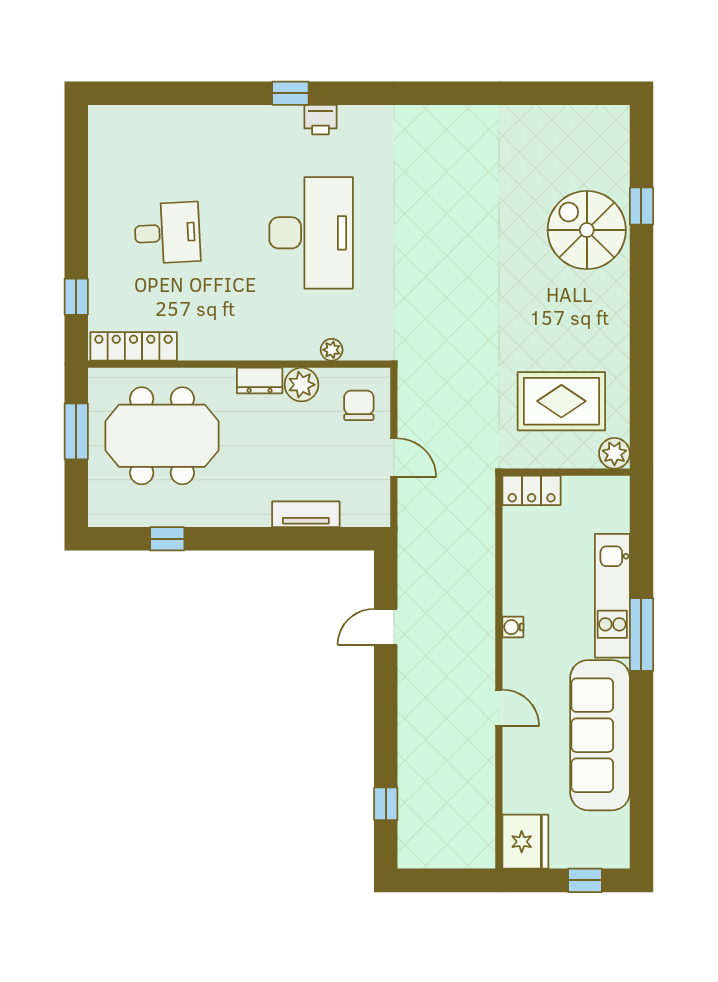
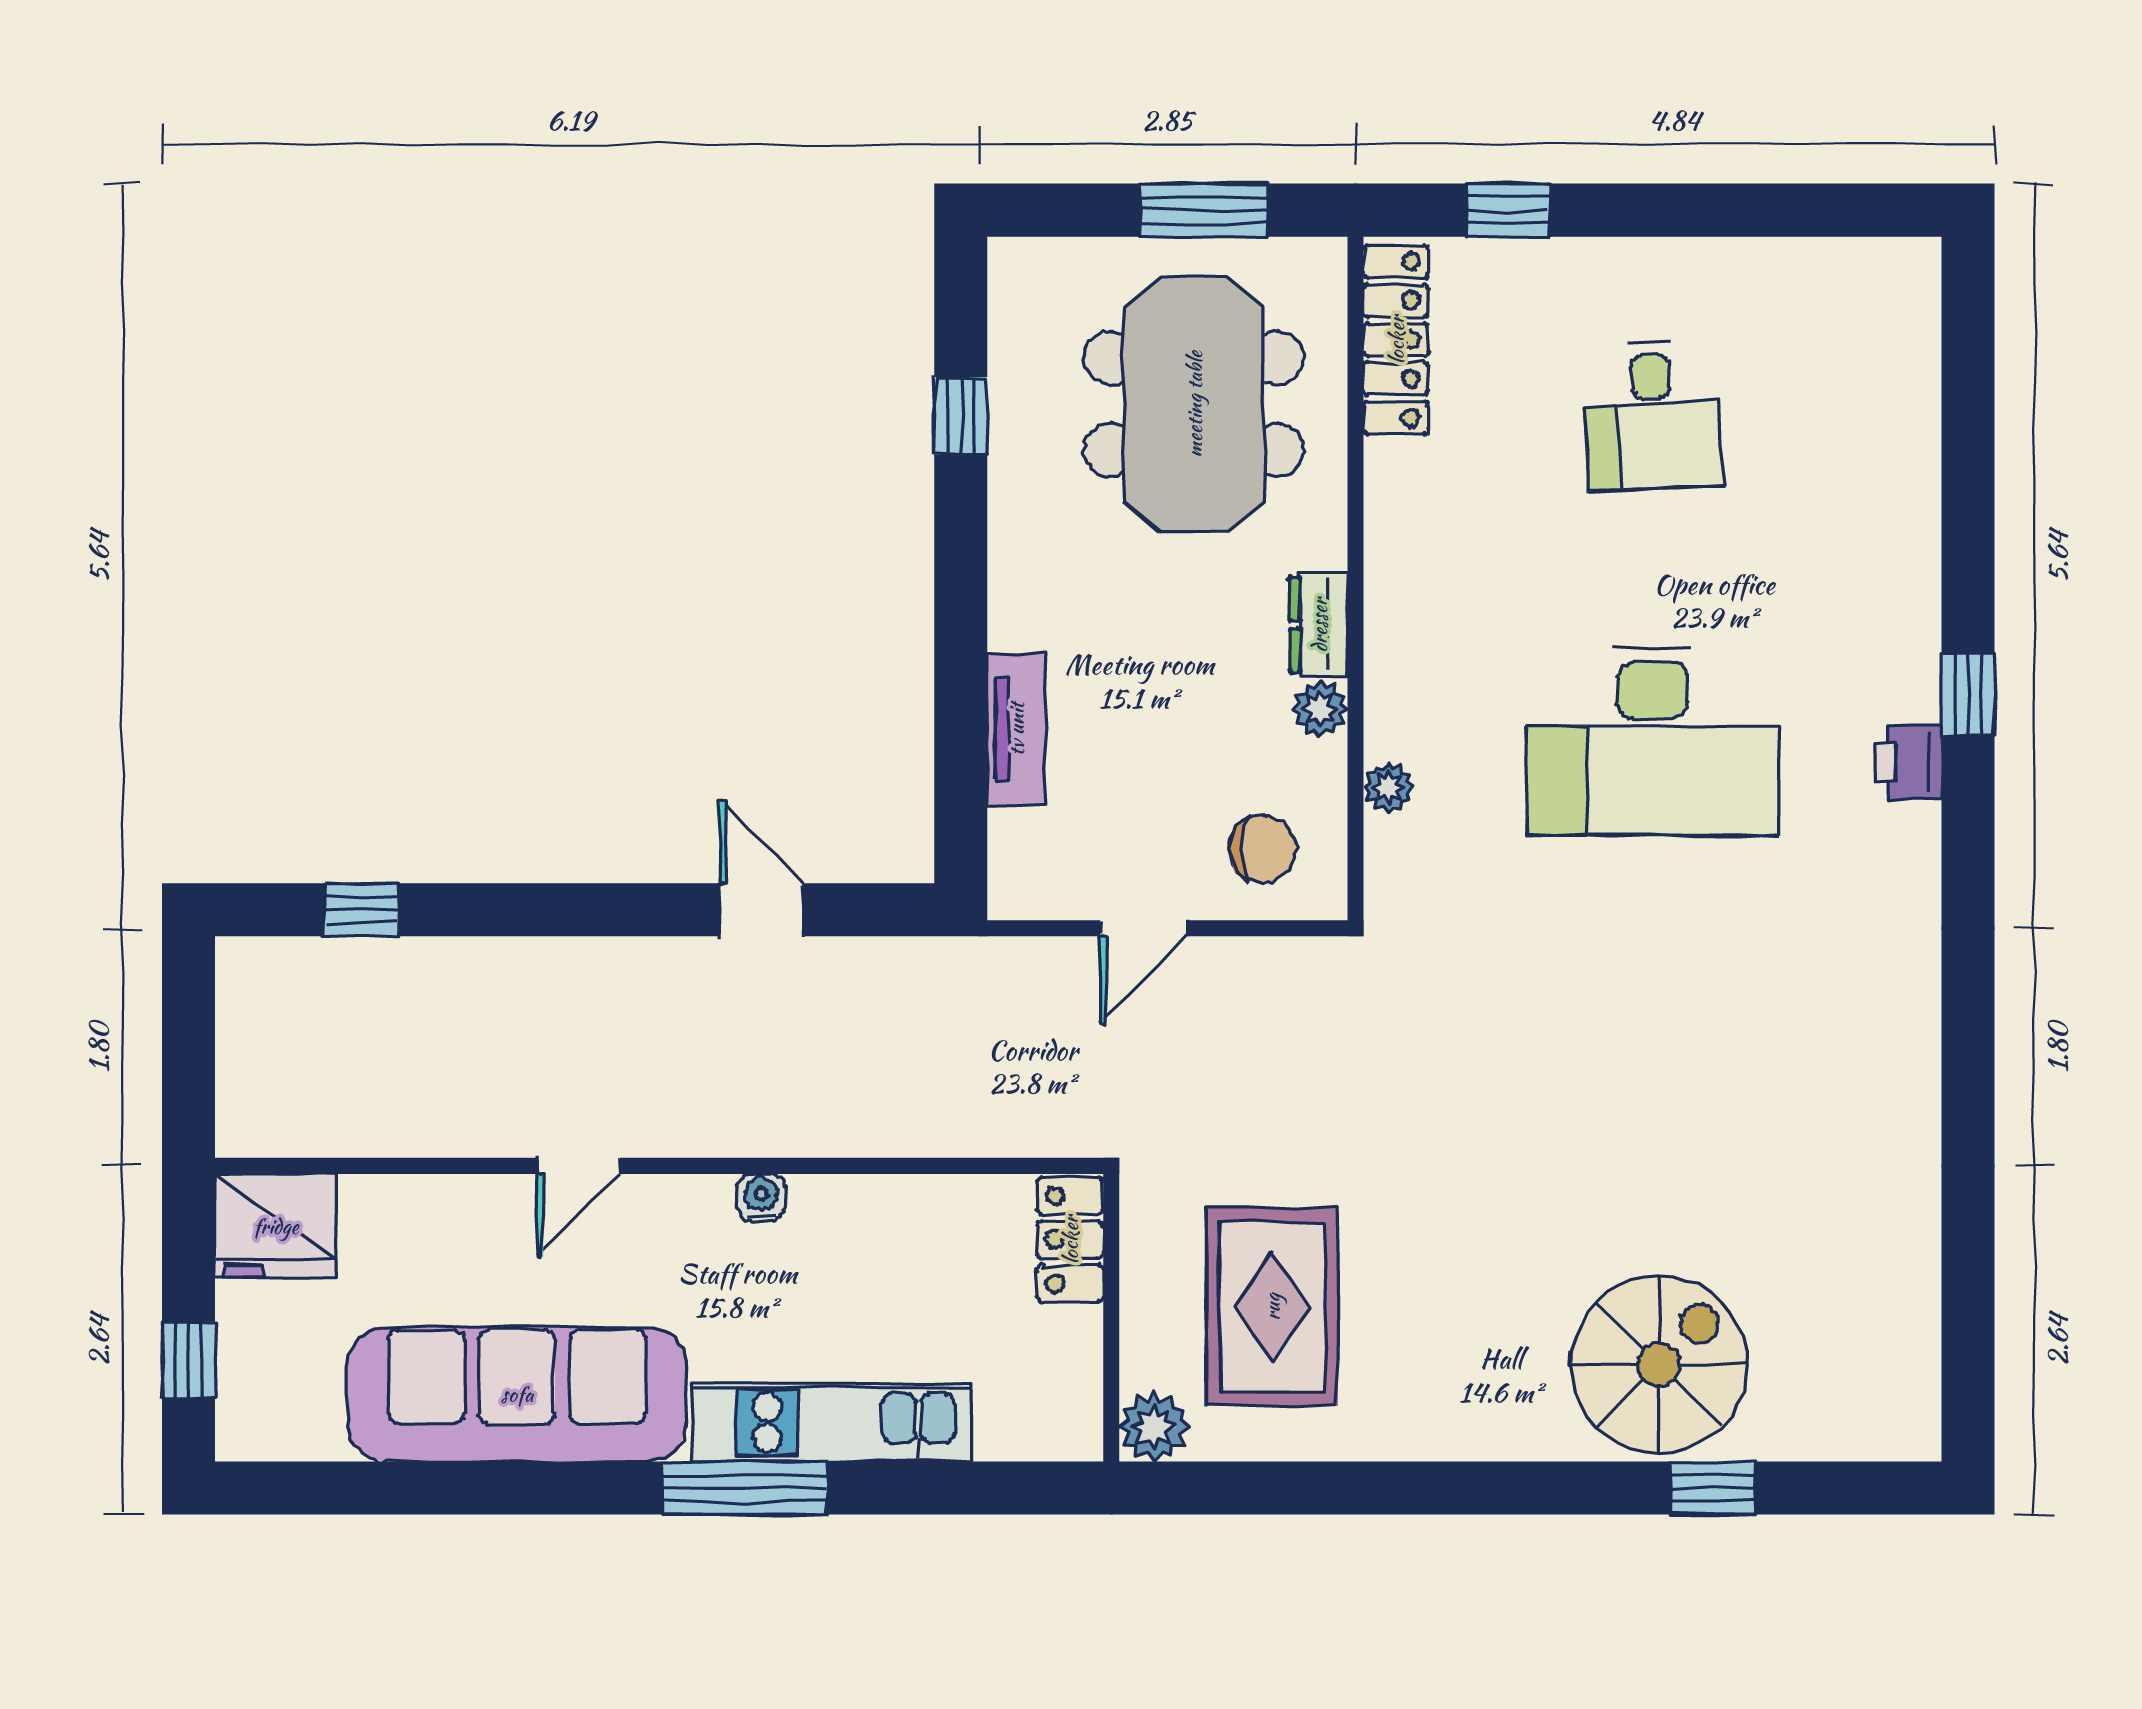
plant: (301, 385) -> (1320, 709), width x0.73, depth x0.73

